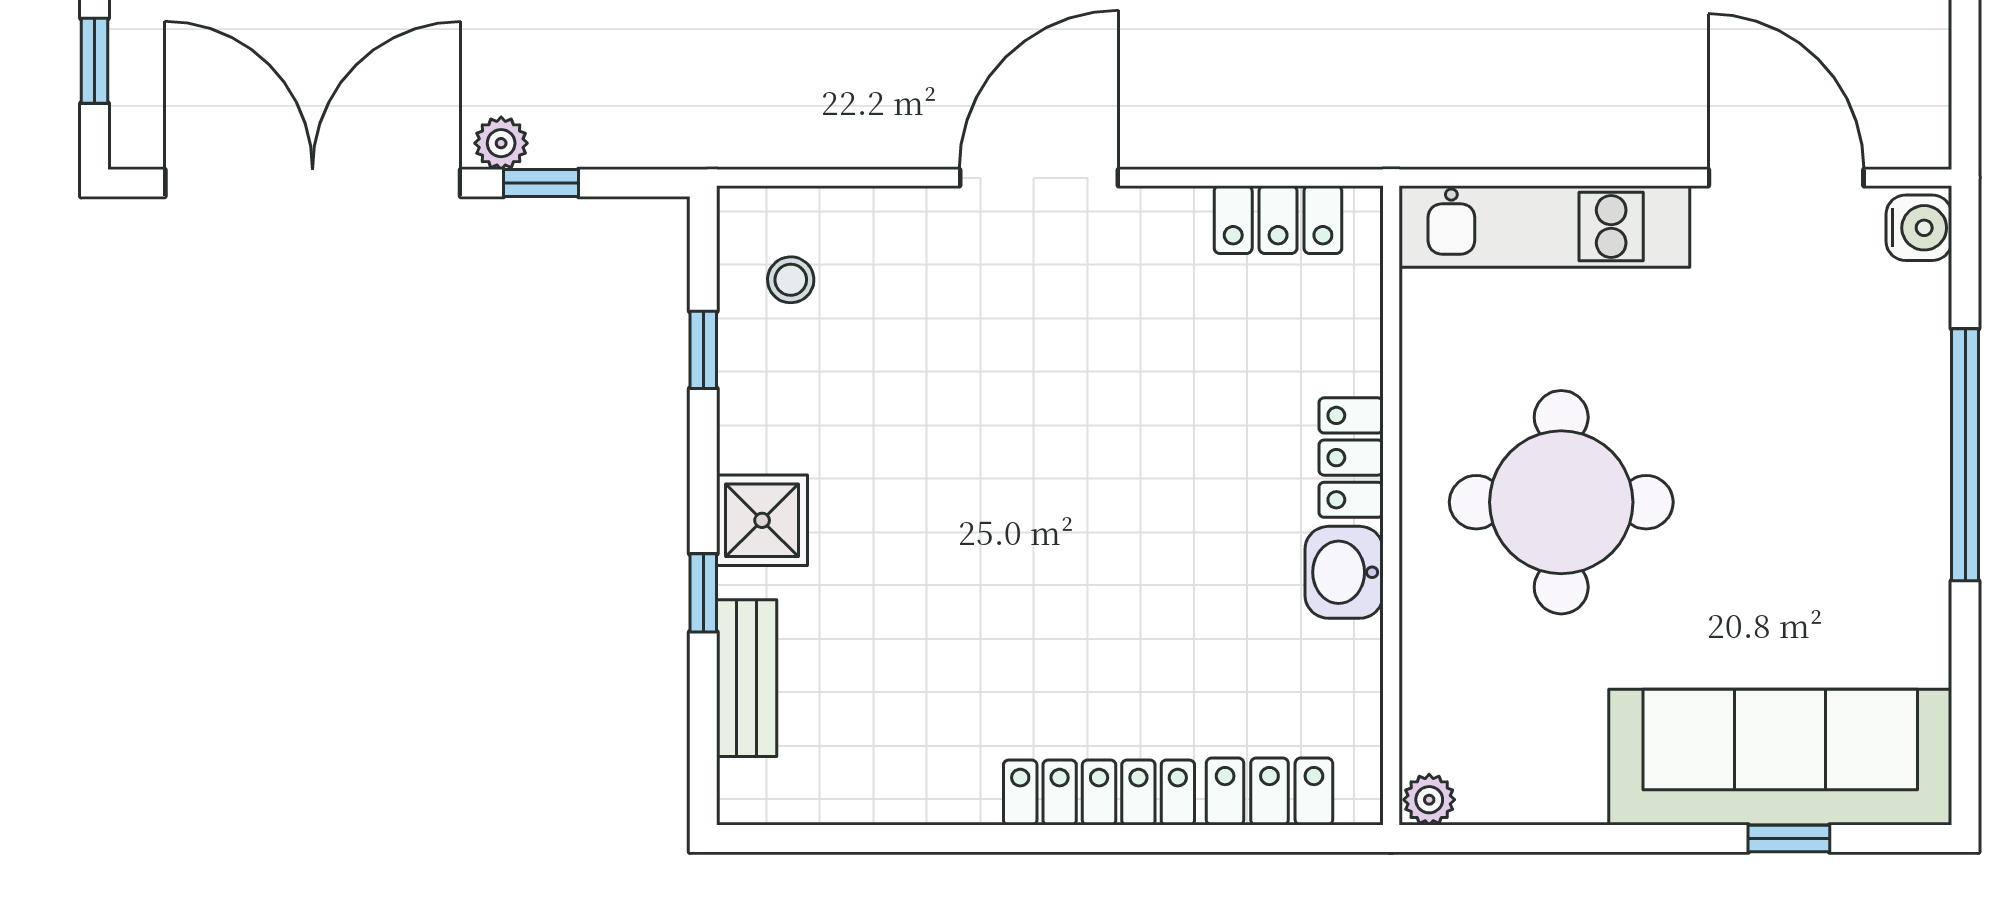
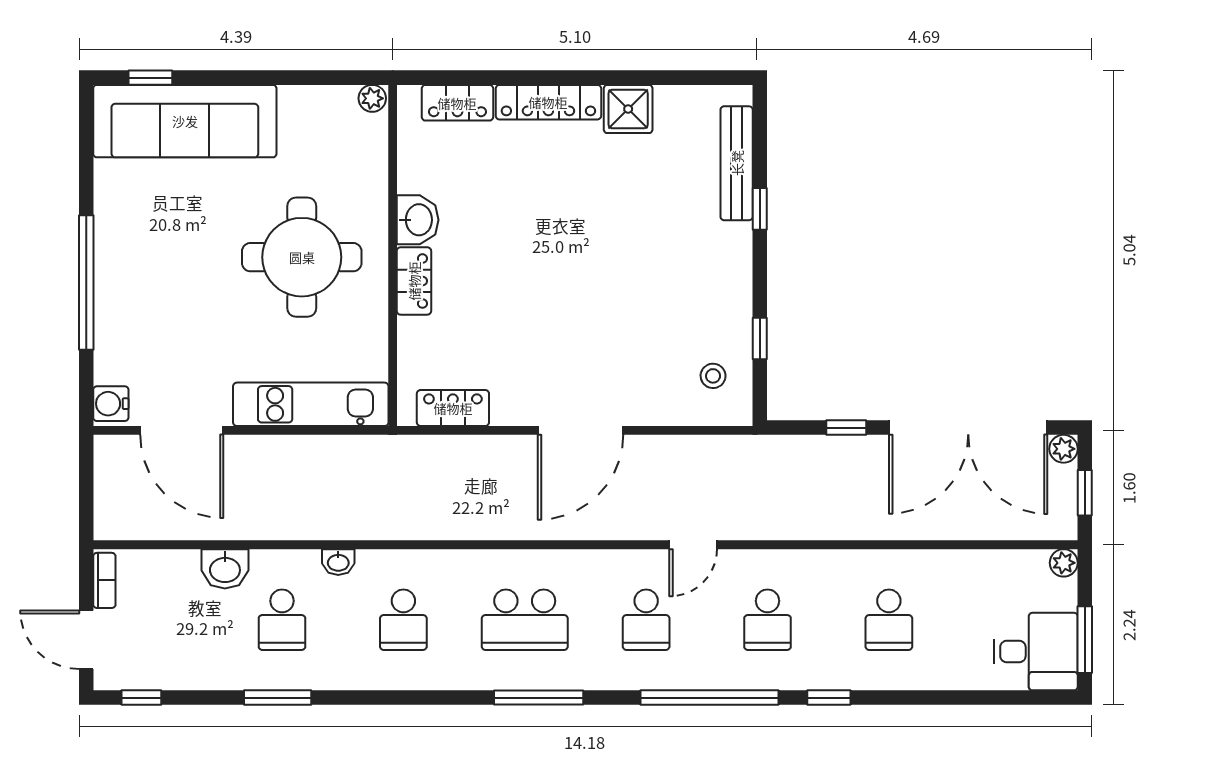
plant: (501, 143) -> (1063, 449), moved
shower: (762, 520) -> (628, 109), moved
bench: (747, 678) -> (737, 163), width x1.36
window: (1789, 839) -> (150, 78), moved

